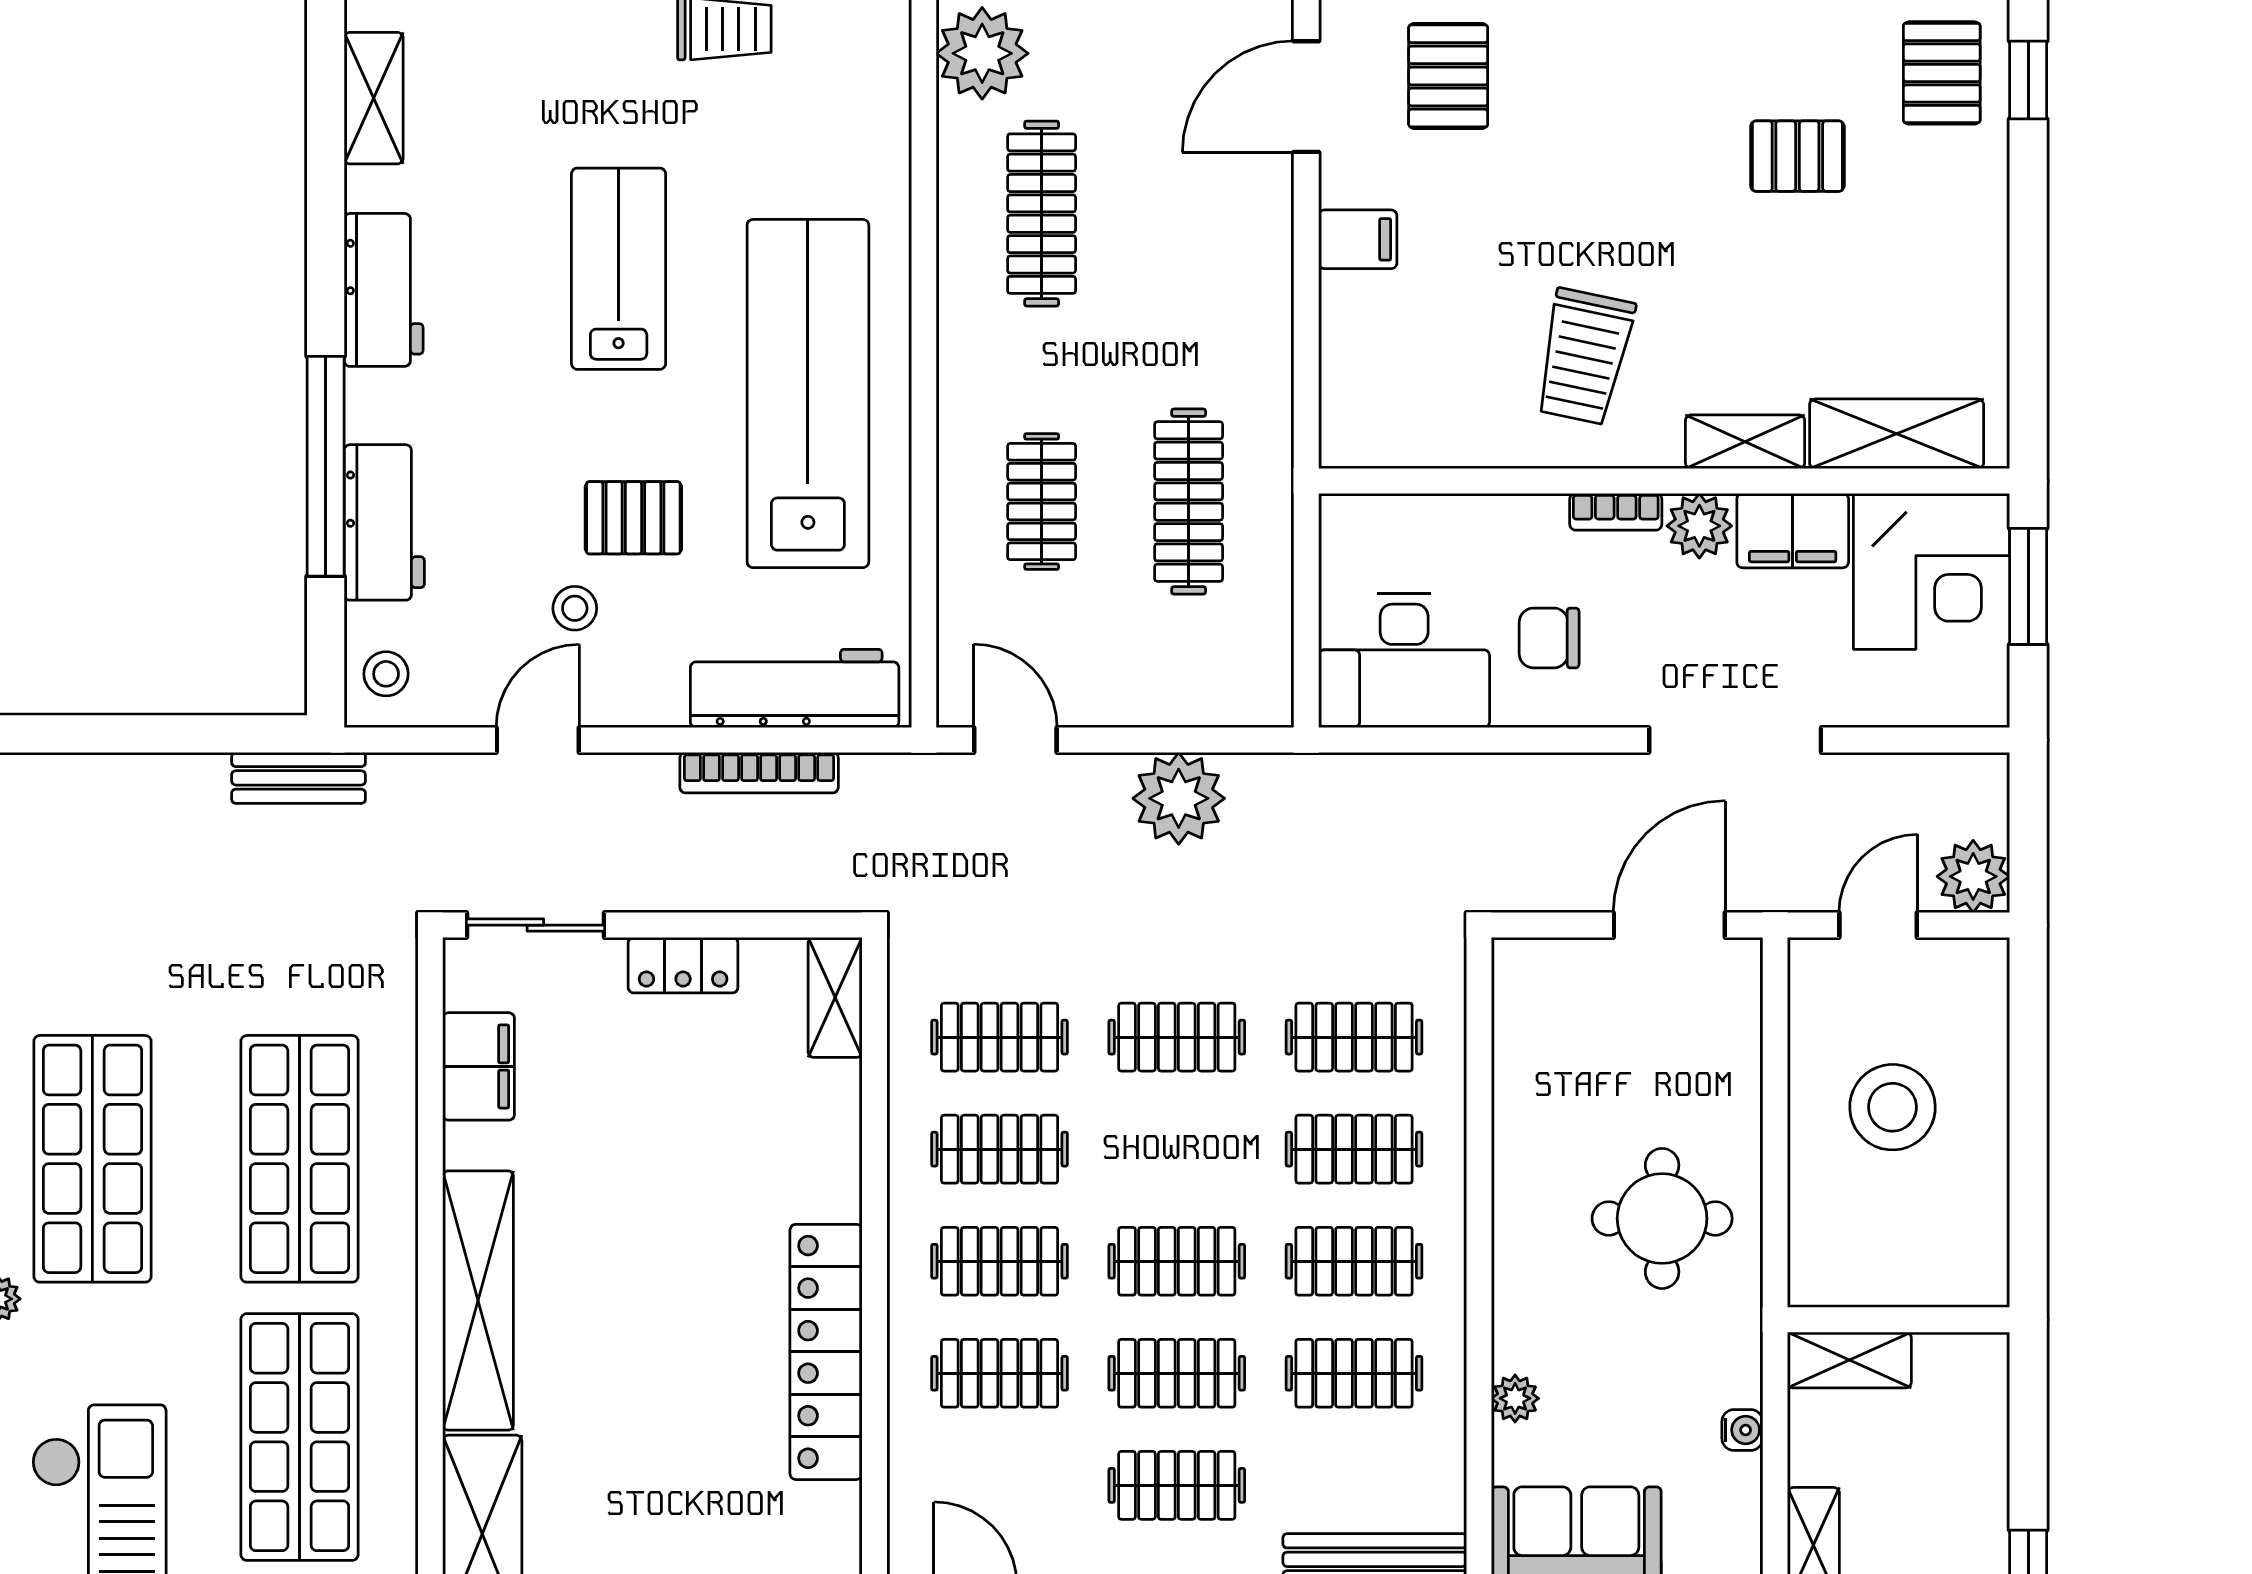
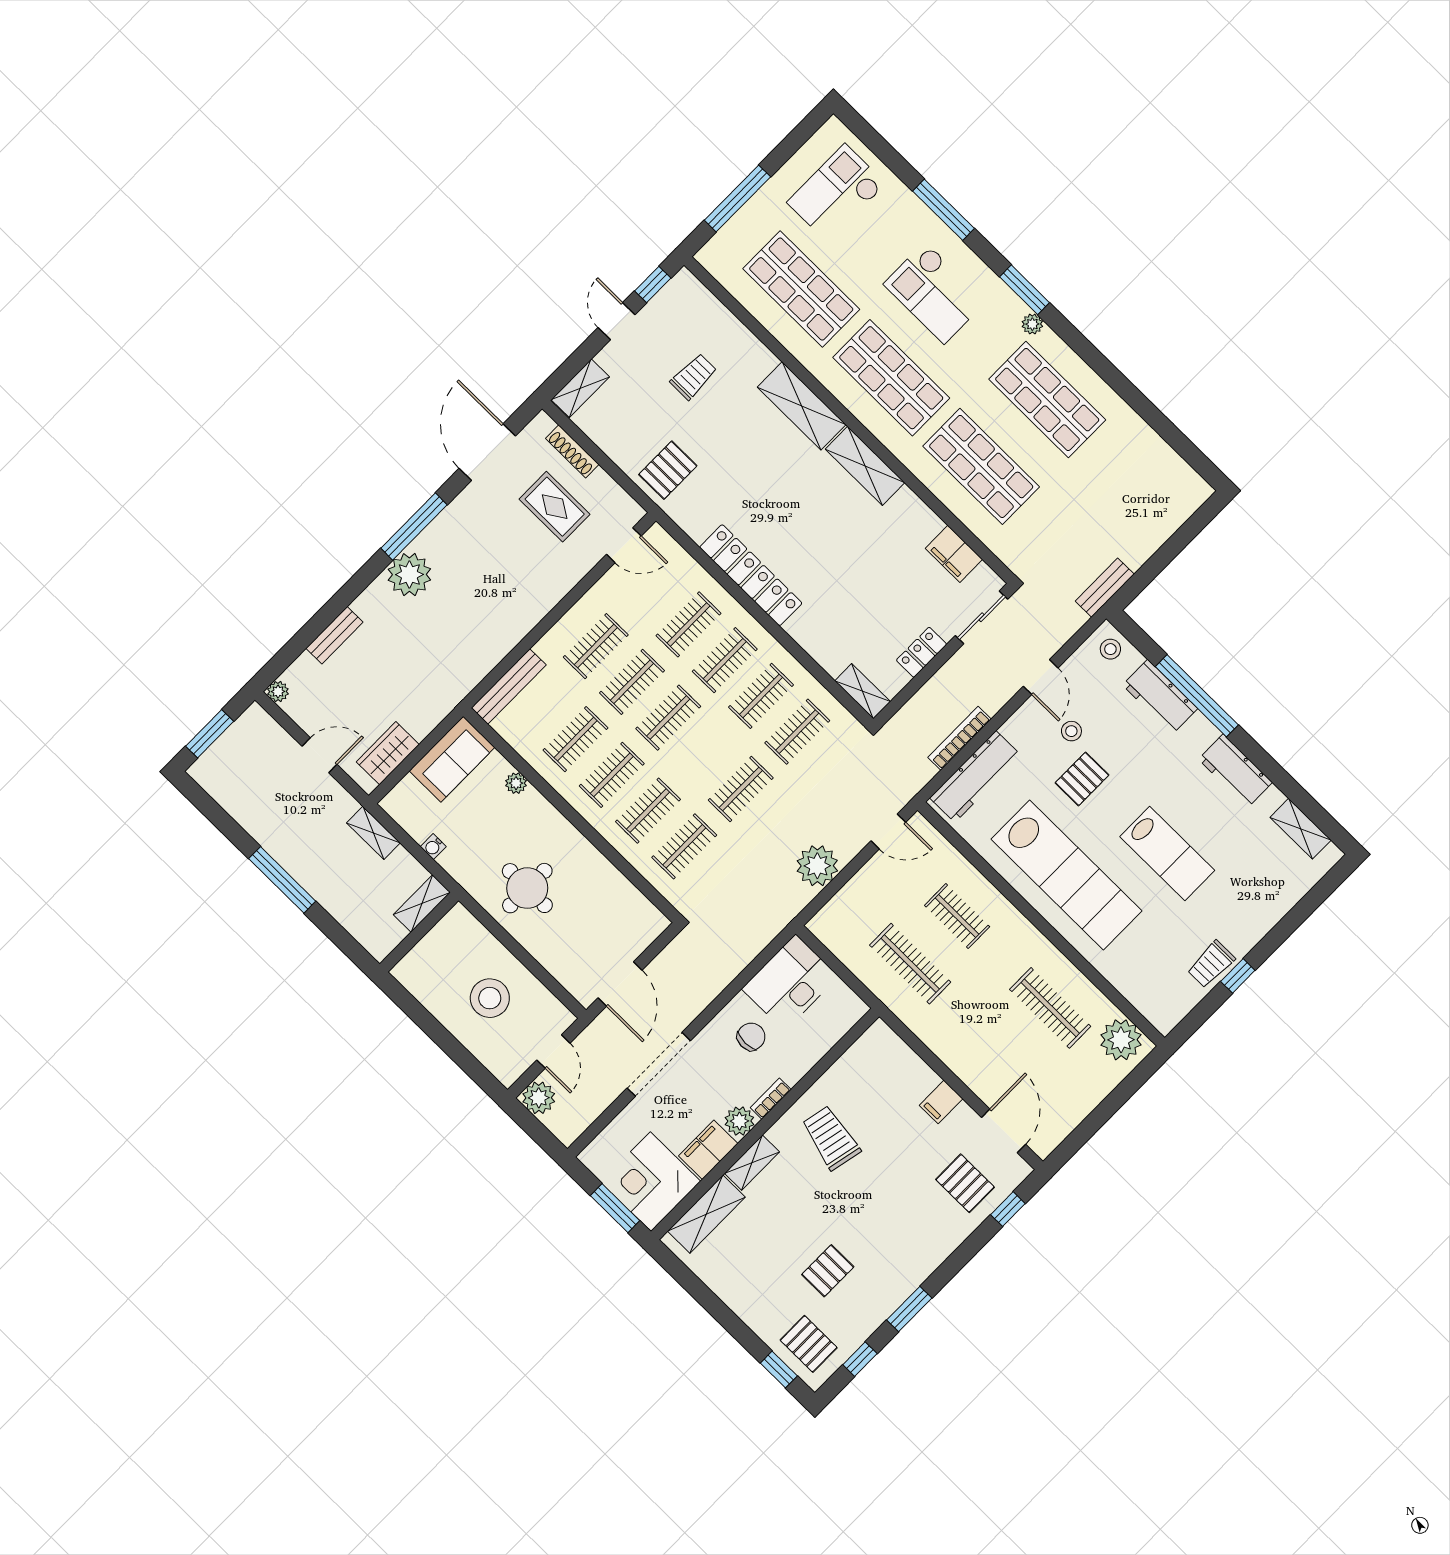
shelving: (478, 1301) -> (865, 466), width x0.68

